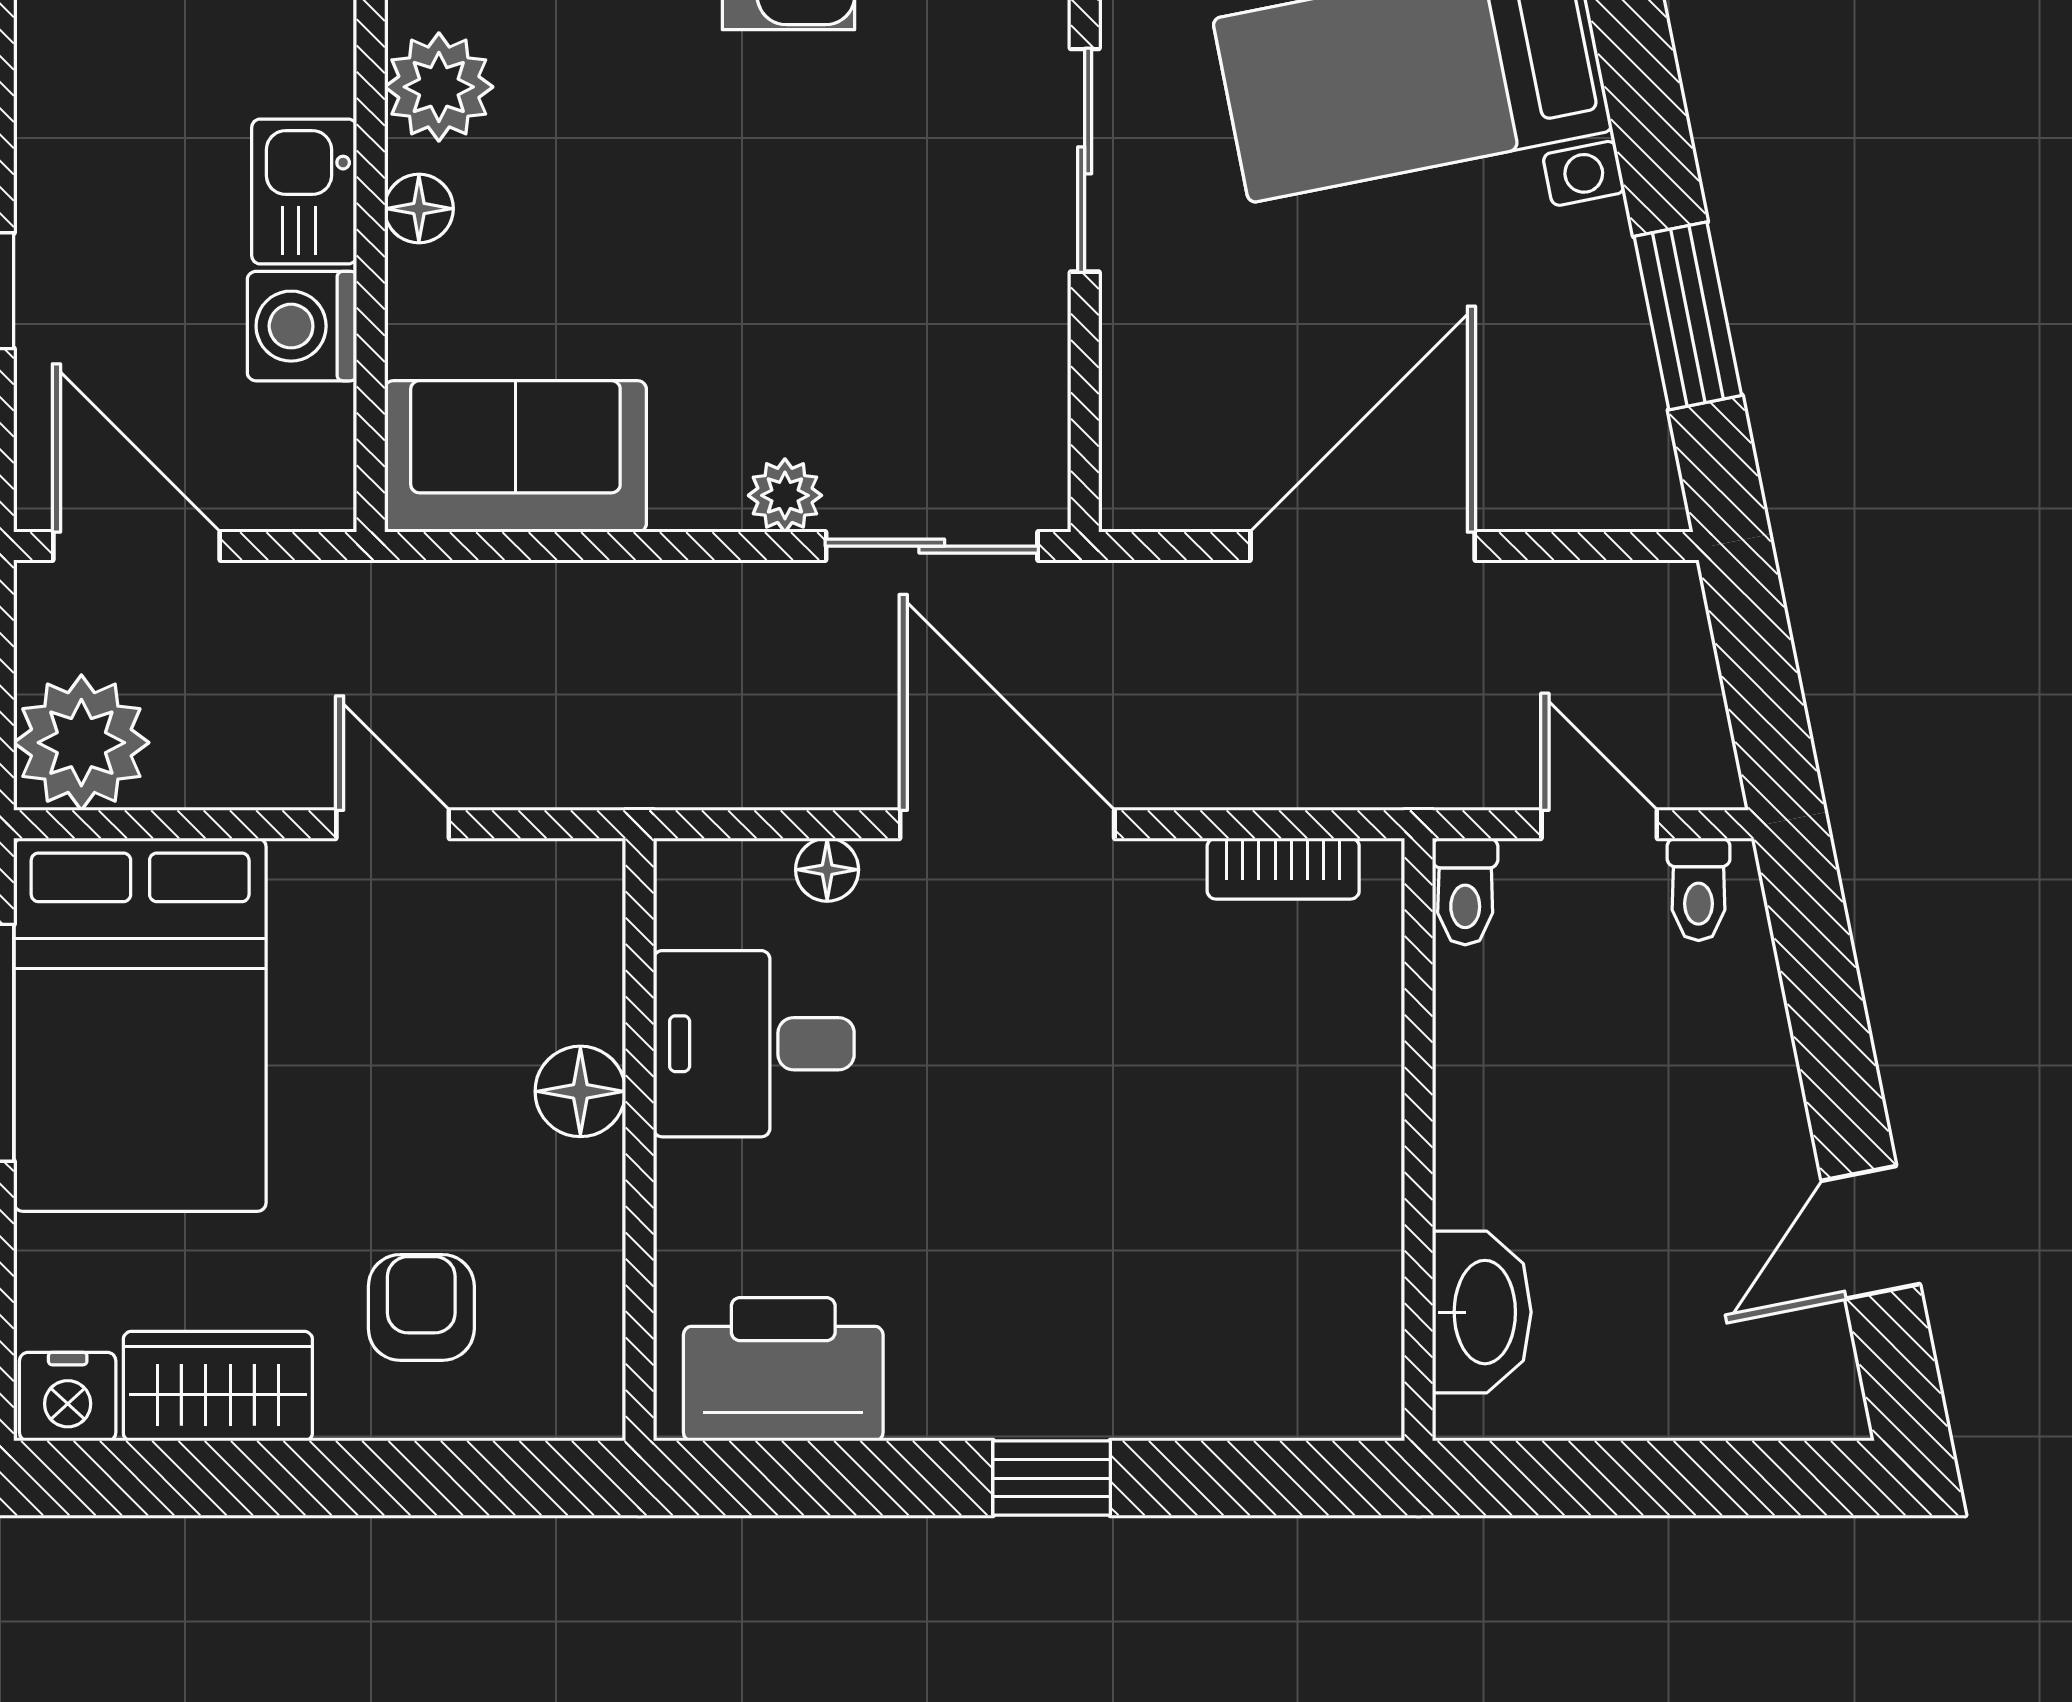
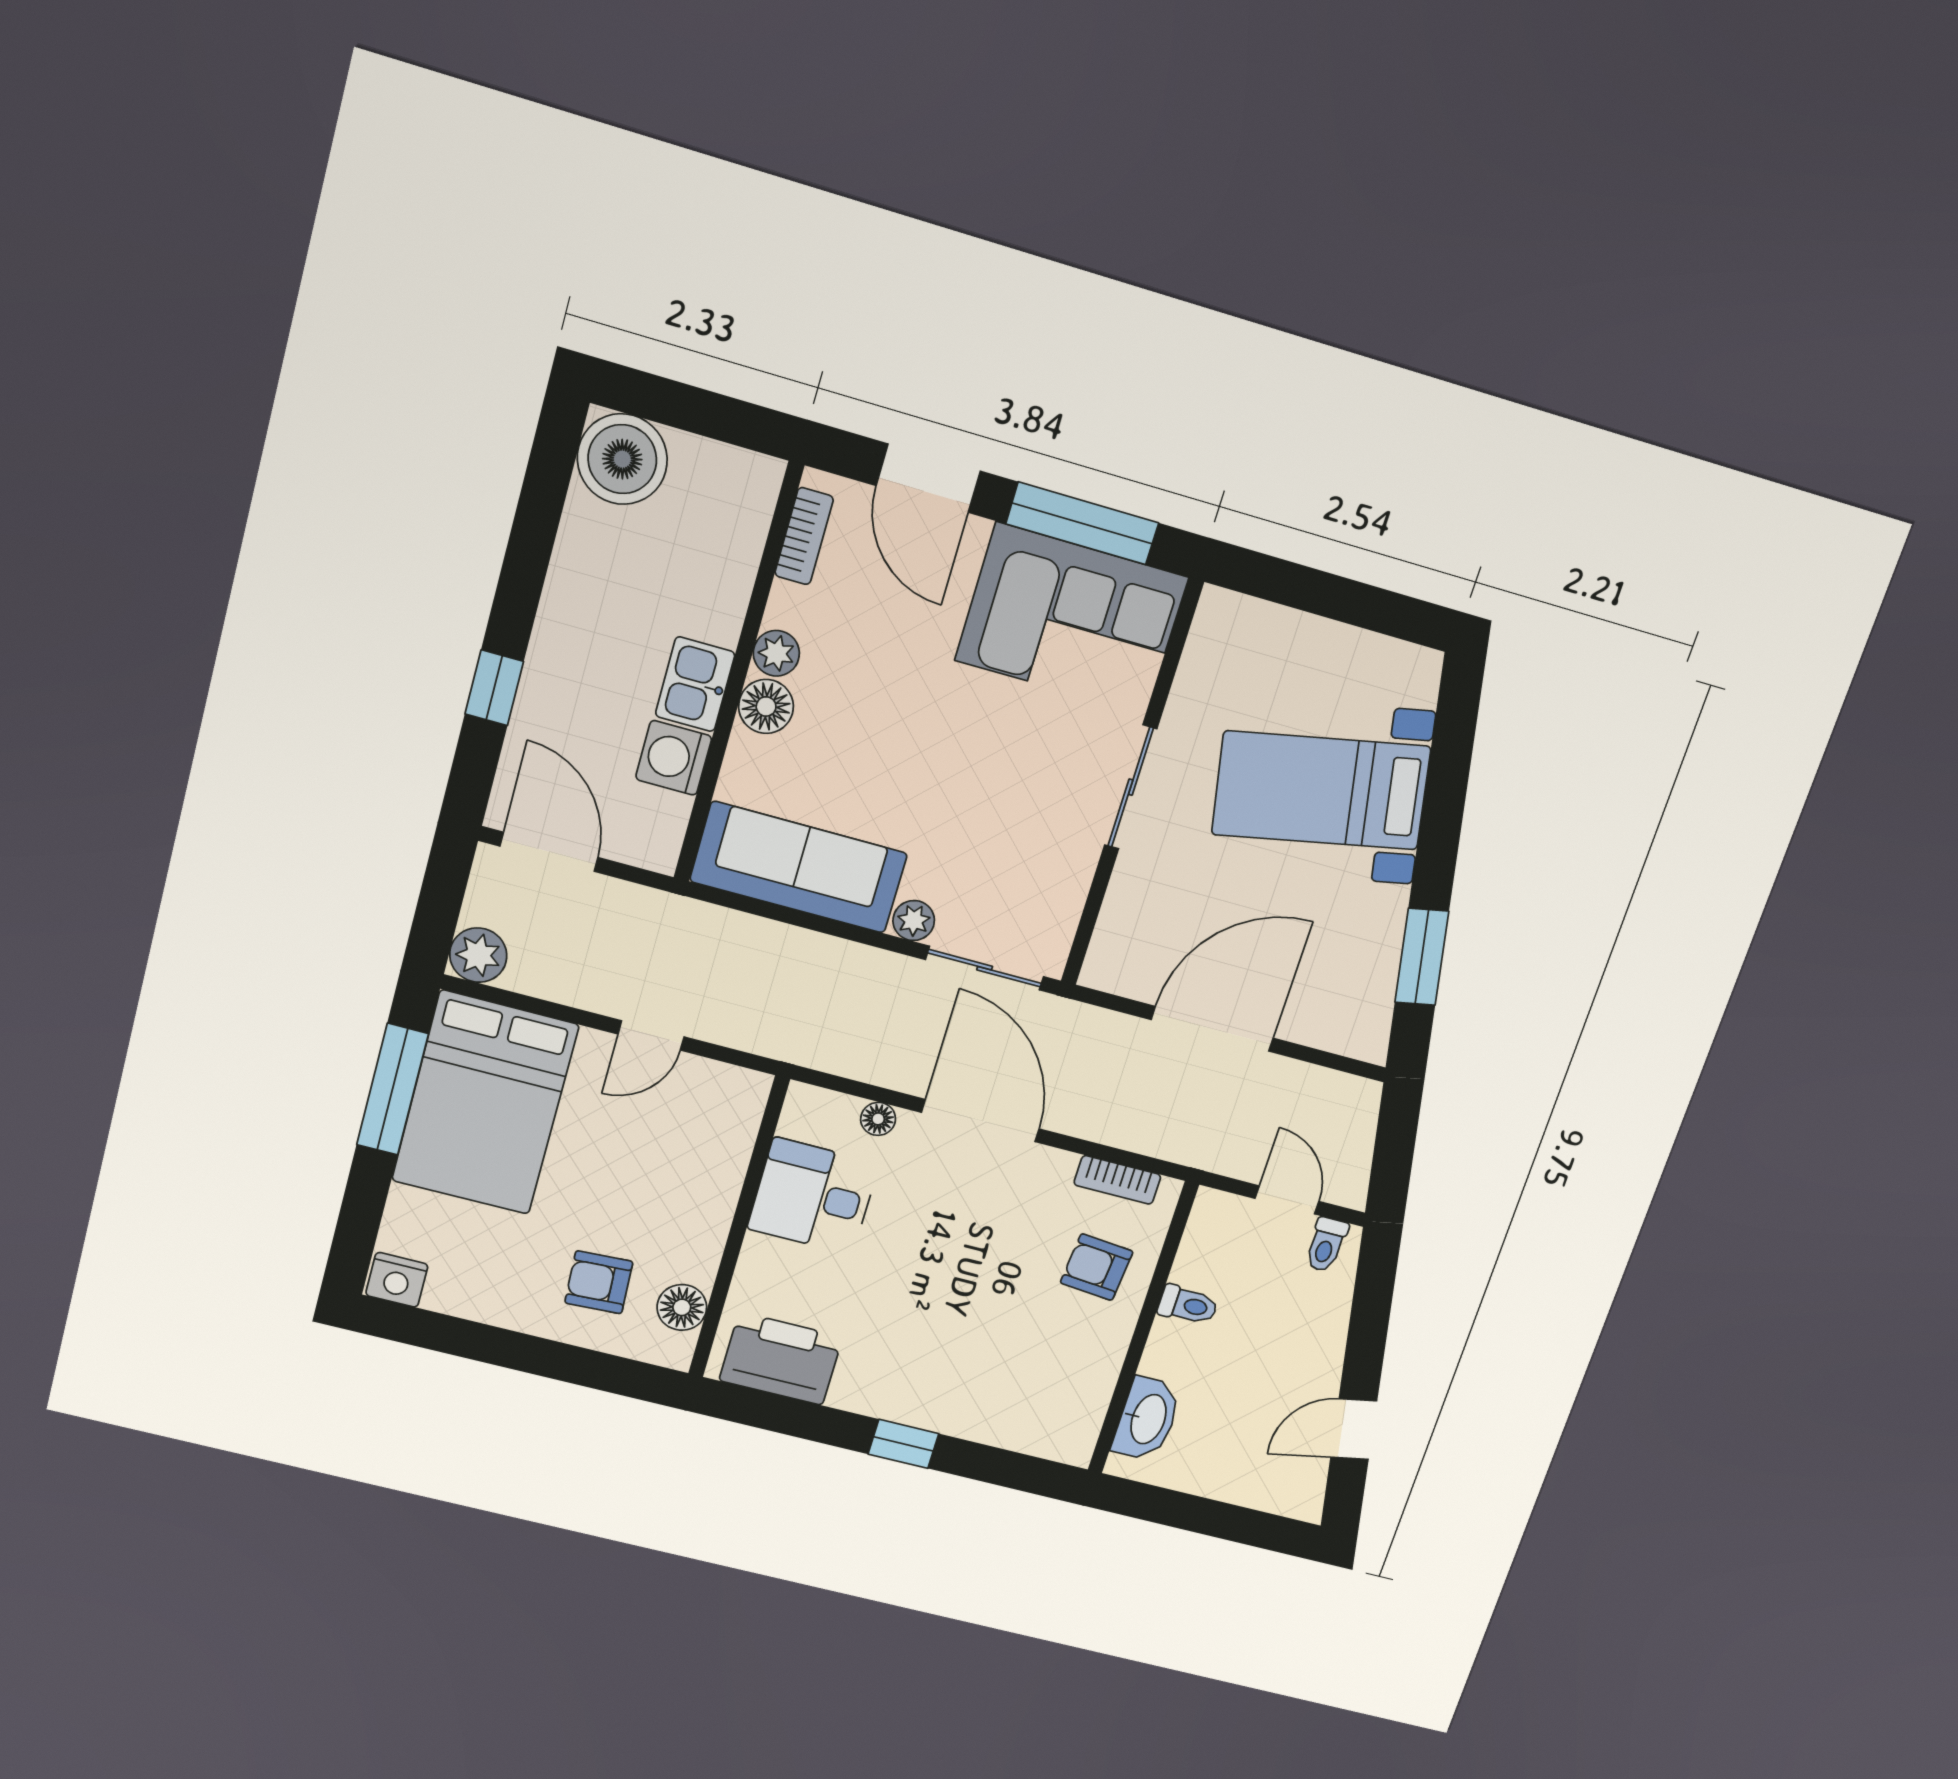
plant: (439, 87) -> (776, 653), width x0.73, depth x0.73
floor lamp: (419, 209) -> (766, 706), width x1.37, depth x1.37
sofa: (515, 456) -> (799, 867), width x1.36
plant: (81, 743) -> (478, 955), width x0.73, depth x0.73
door: (393, 824) -> (651, 1035), swing flipped
toilet: (1465, 891) -> (1188, 1305), moved, turned -90
armchair: (1298, 1043) -> (1097, 1267), added
floor lamp: (580, 1091) -> (682, 1307), moved
armchair: (421, 1307) -> (599, 1282), turned -93
wardrobe: (218, 1386) -> (479, 1294), removed

